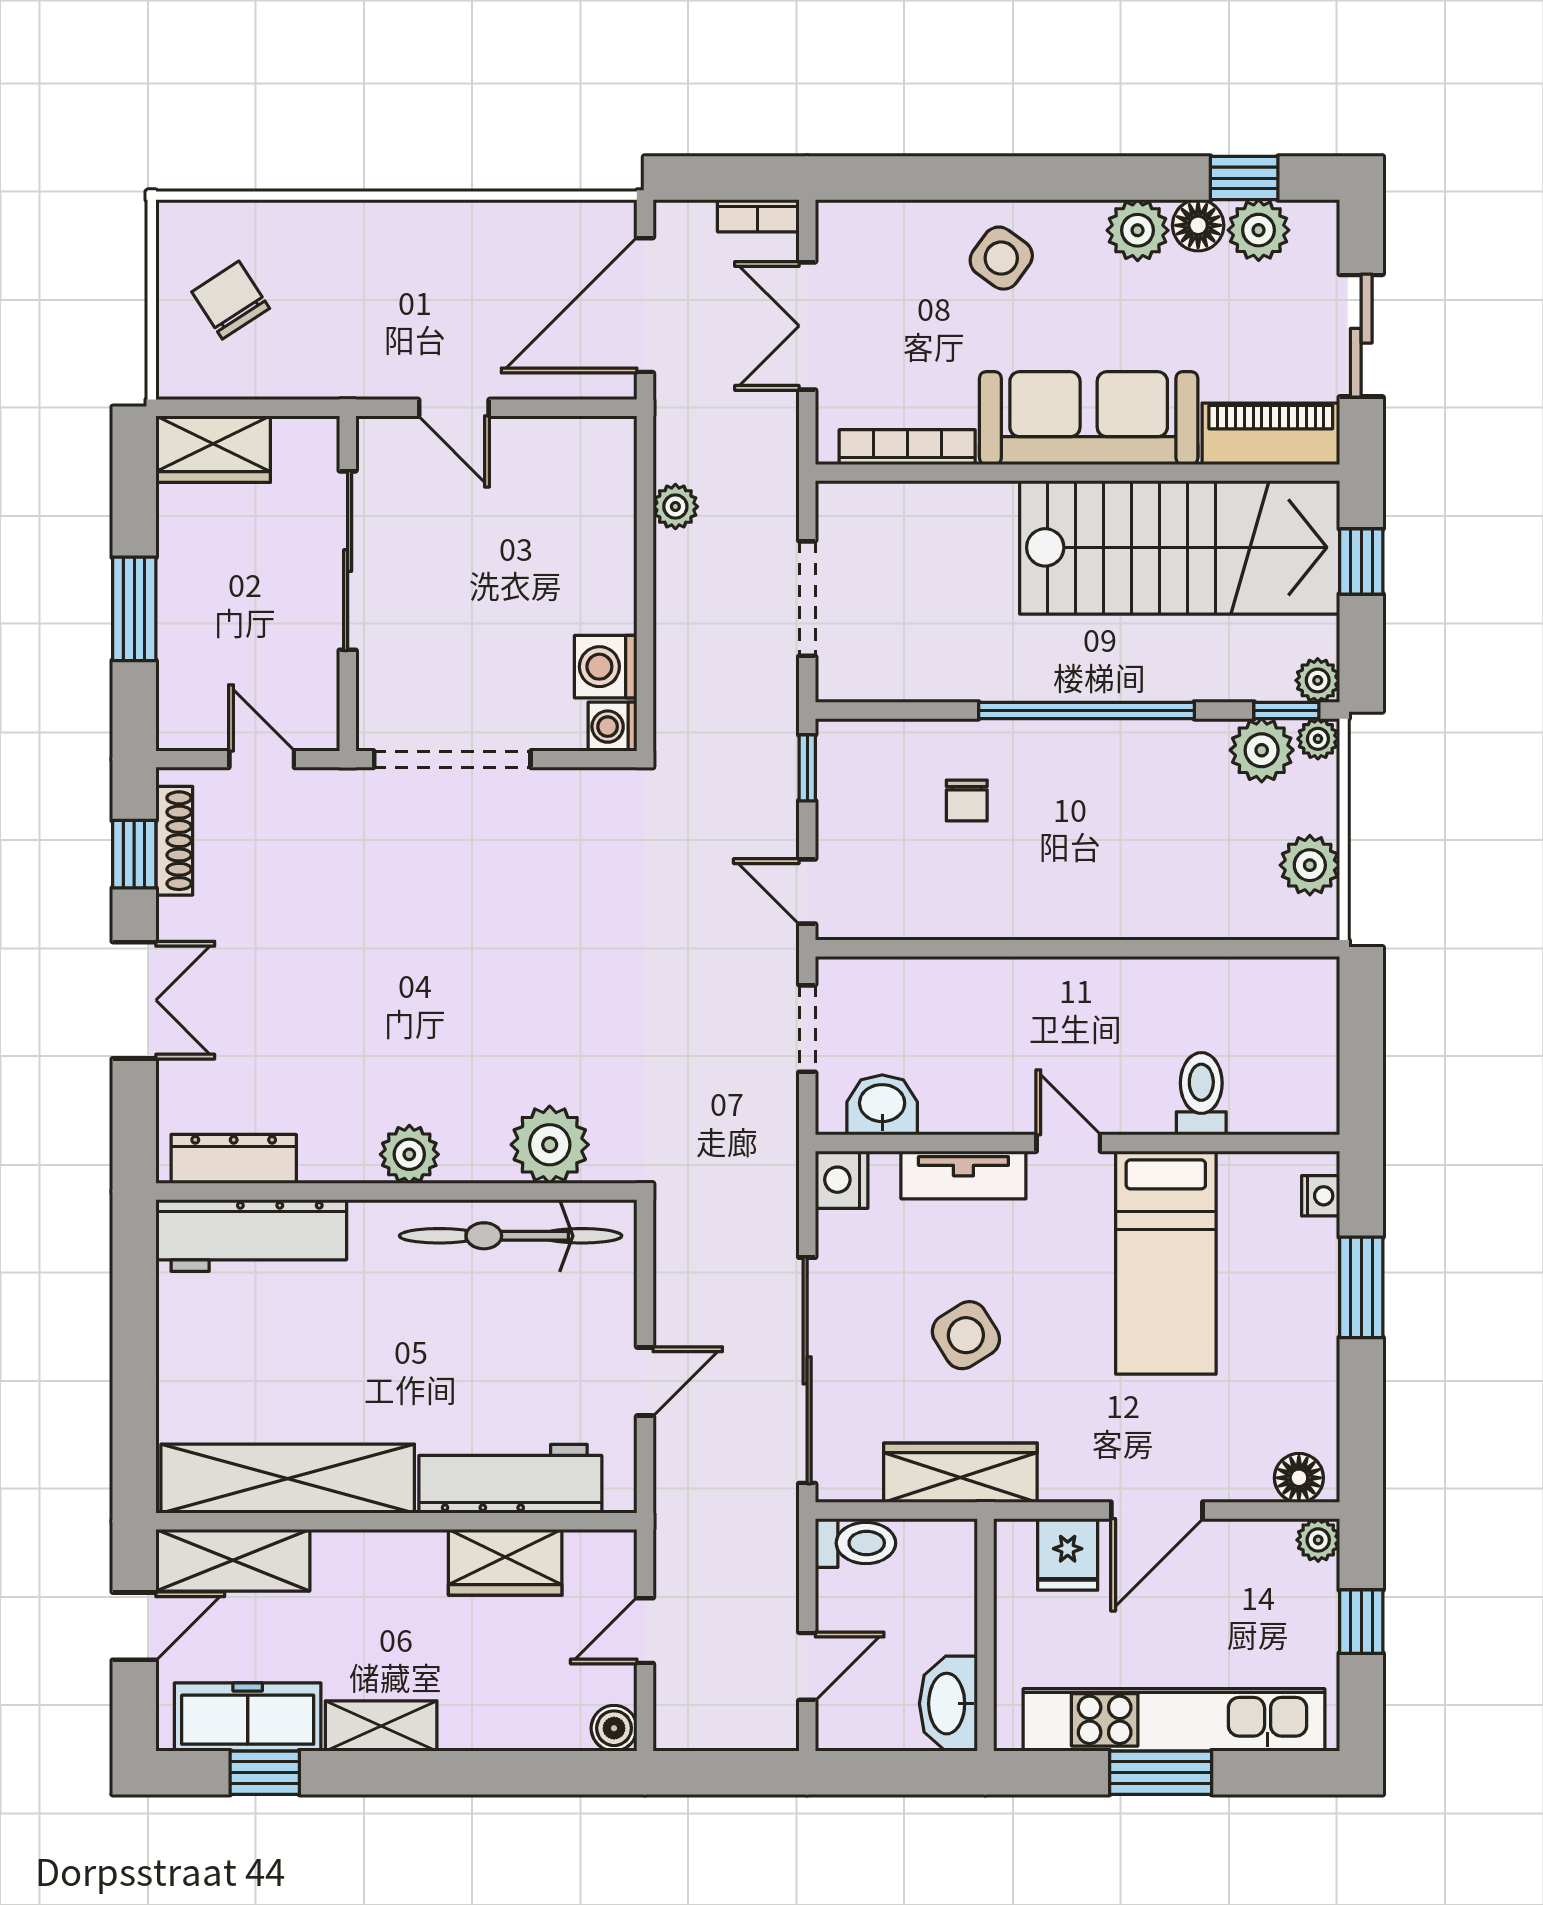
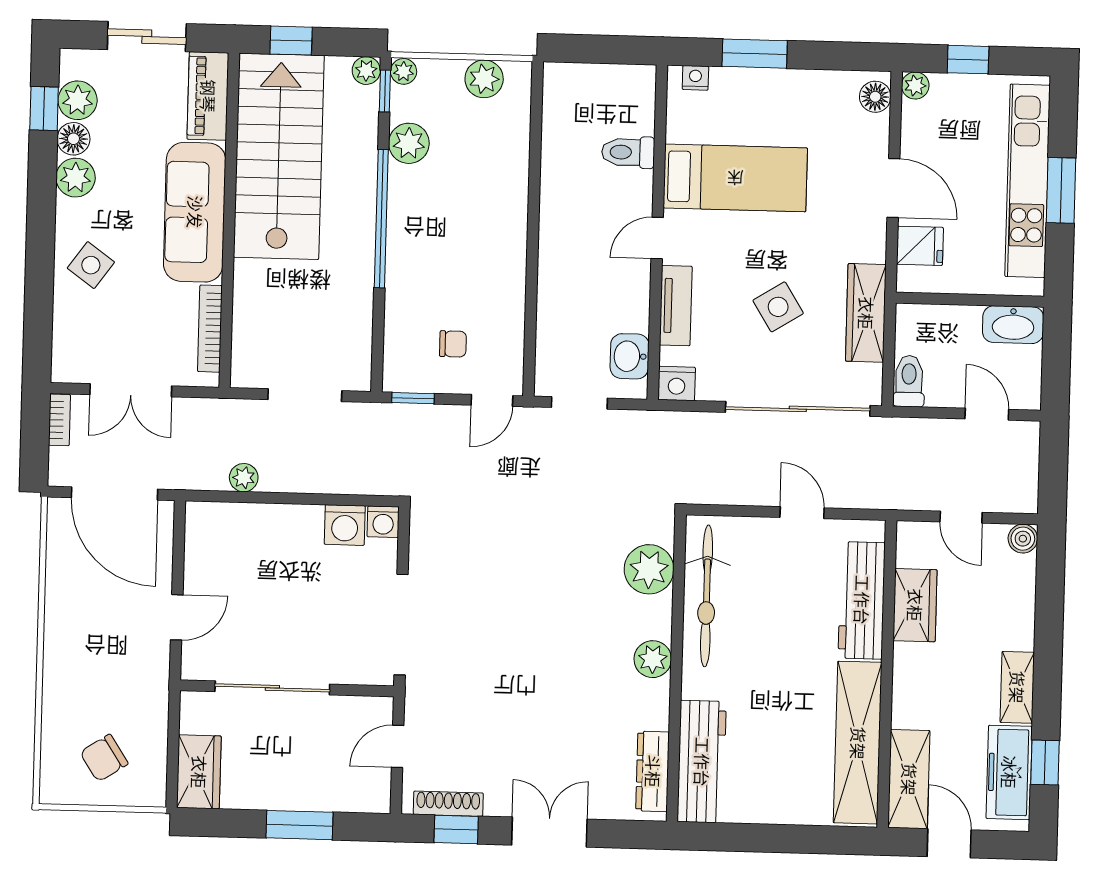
plant: (1262, 750) -> (409, 143), moved
chair: (967, 800) -> (453, 344), moved

